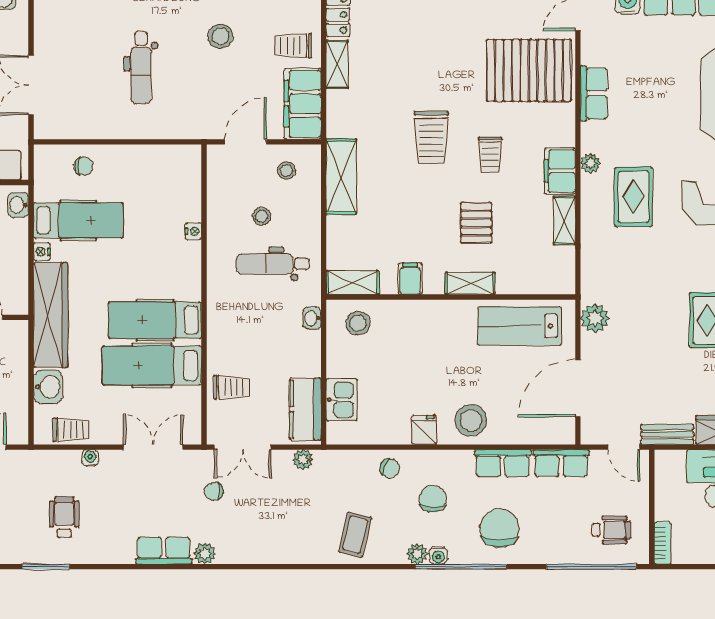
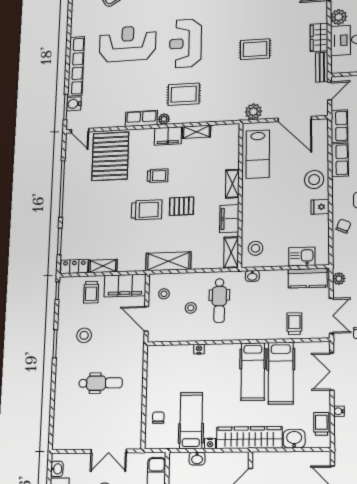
row of seats: (594, 93) -> (141, 118), moved
washbasin: (18, 205) -> (197, 459), moved
pallet: (476, 223) -> (182, 206), moved
filing cabinet: (410, 279) -> (229, 219), width x2.00

